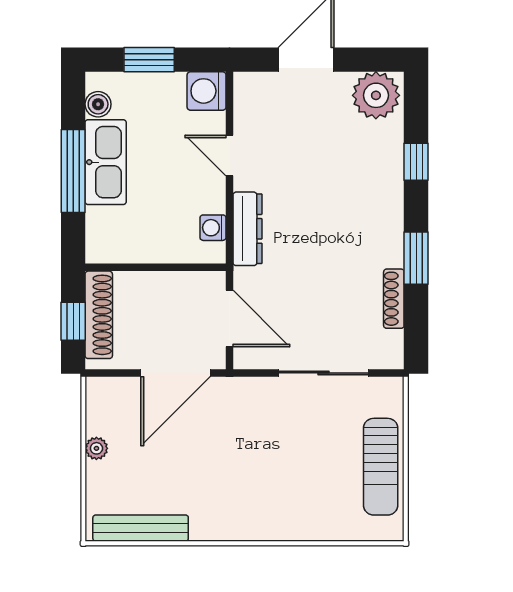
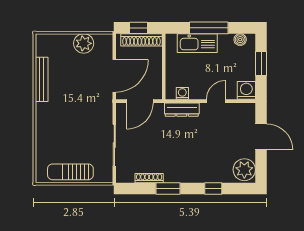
kitchen sink: (106, 162) -> (197, 43), moved
door: (175, 373) -> (114, 76), swing flipped
plant: (96, 448) -> (84, 43), width x1.88, depth x1.88
bench: (141, 528) -> (42, 79), moved

